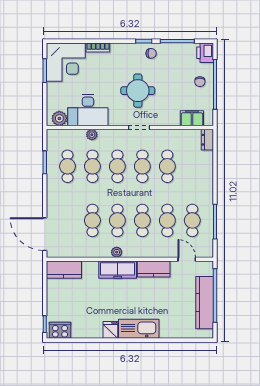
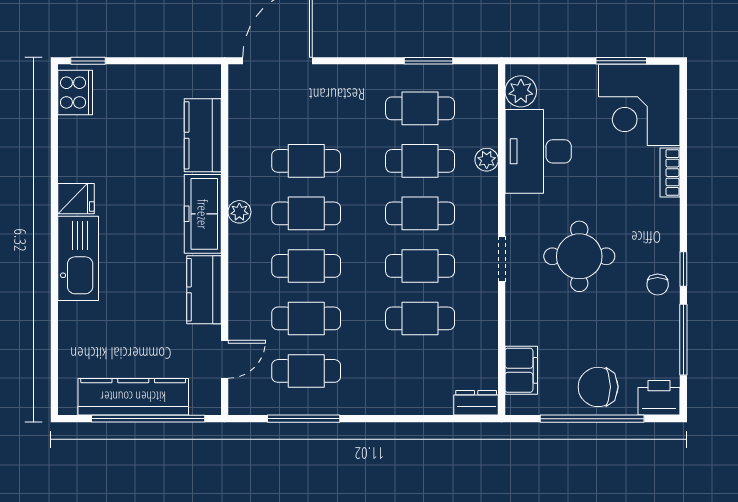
chair: (200, 82) -> (598, 387), width x1.87, depth x1.87
kitchen counter: (64, 270) -> (203, 135), moved

